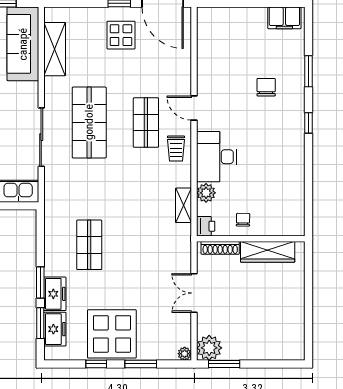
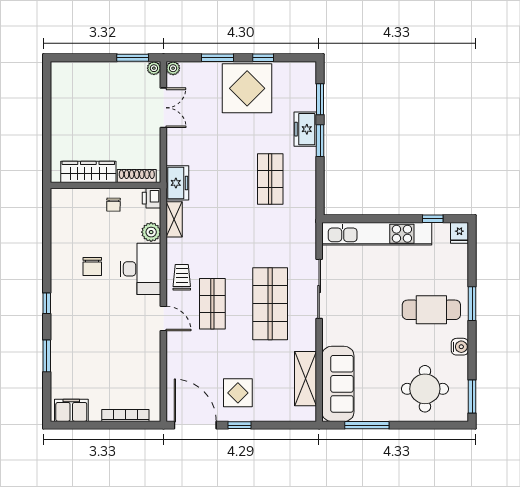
bookcase: (231, 13) -> (125, 415), added
chair: (266, 87) -> (92, 267), moved
double door: (194, 293) -> (163, 108), moved
freezer: (55, 329) -> (177, 183), moved, turned 180
plant: (209, 348) -> (154, 68), width x0.53, depth x0.53

